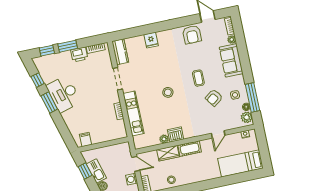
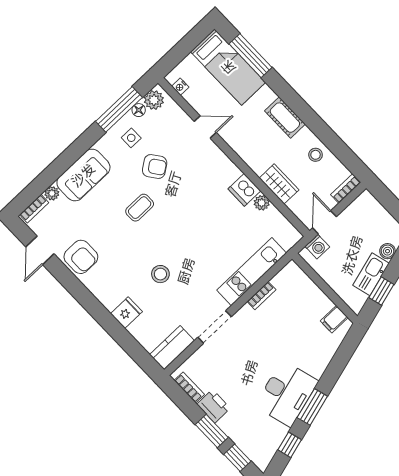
armchair: (192, 35) -> (81, 257), turned 90
stool: (168, 92) -> (160, 274), moved
cot: (190, 149) -> (285, 118), moved
window: (239, 178) -> (250, 56), added
washing machine: (132, 179) -> (317, 247), moved

